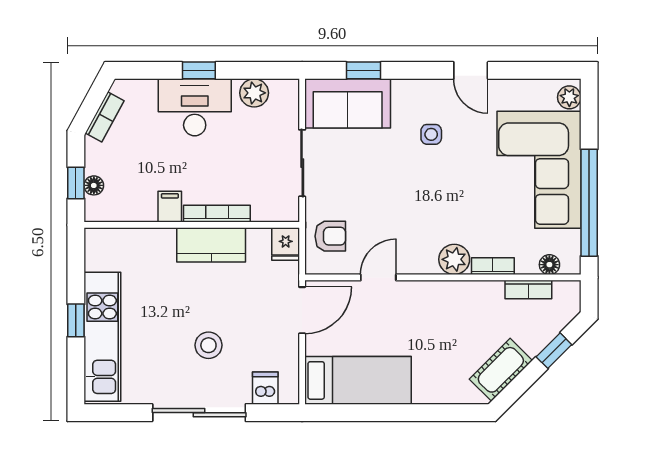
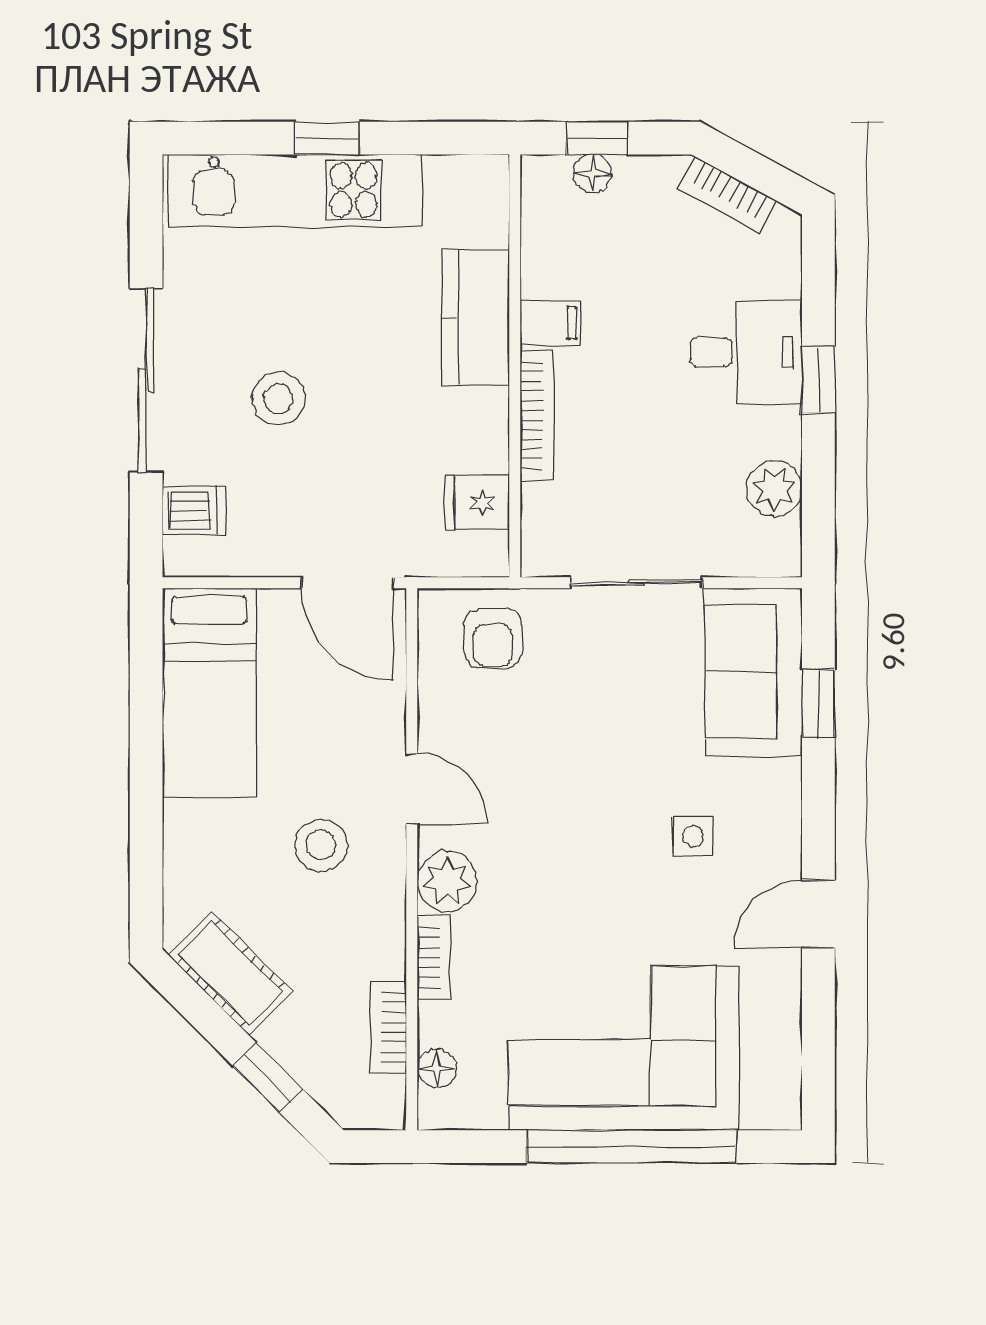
plant: (569, 97) -> (765, 1108), removed
desk: (195, 107) -> (746, 352), width x0.73
window: (589, 203) -> (632, 1147), moved
fridge: (286, 244) -> (477, 503), moved
kitchen counter: (211, 245) -> (476, 318), moved
door: (378, 277) -> (412, 789), moved
stool: (436, 324) -> (321, 845), added

